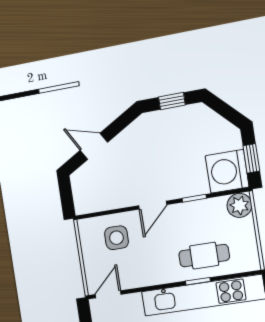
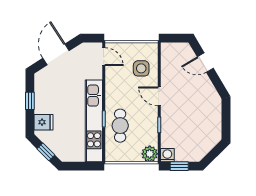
window: (172, 101) -> (226, 120), removed
door: (94, 146) -> (205, 63), swing flipped
washing machine: (227, 171) -> (167, 155), width x0.53, depth x0.53

